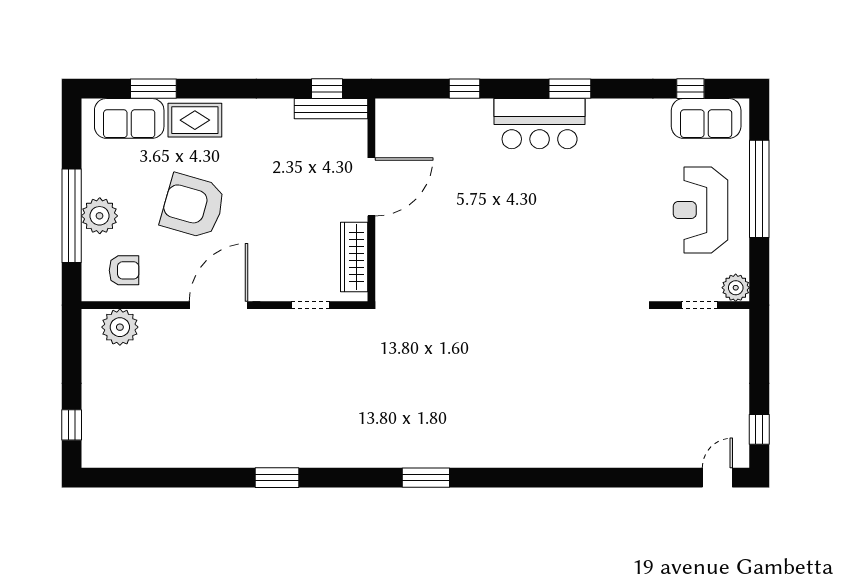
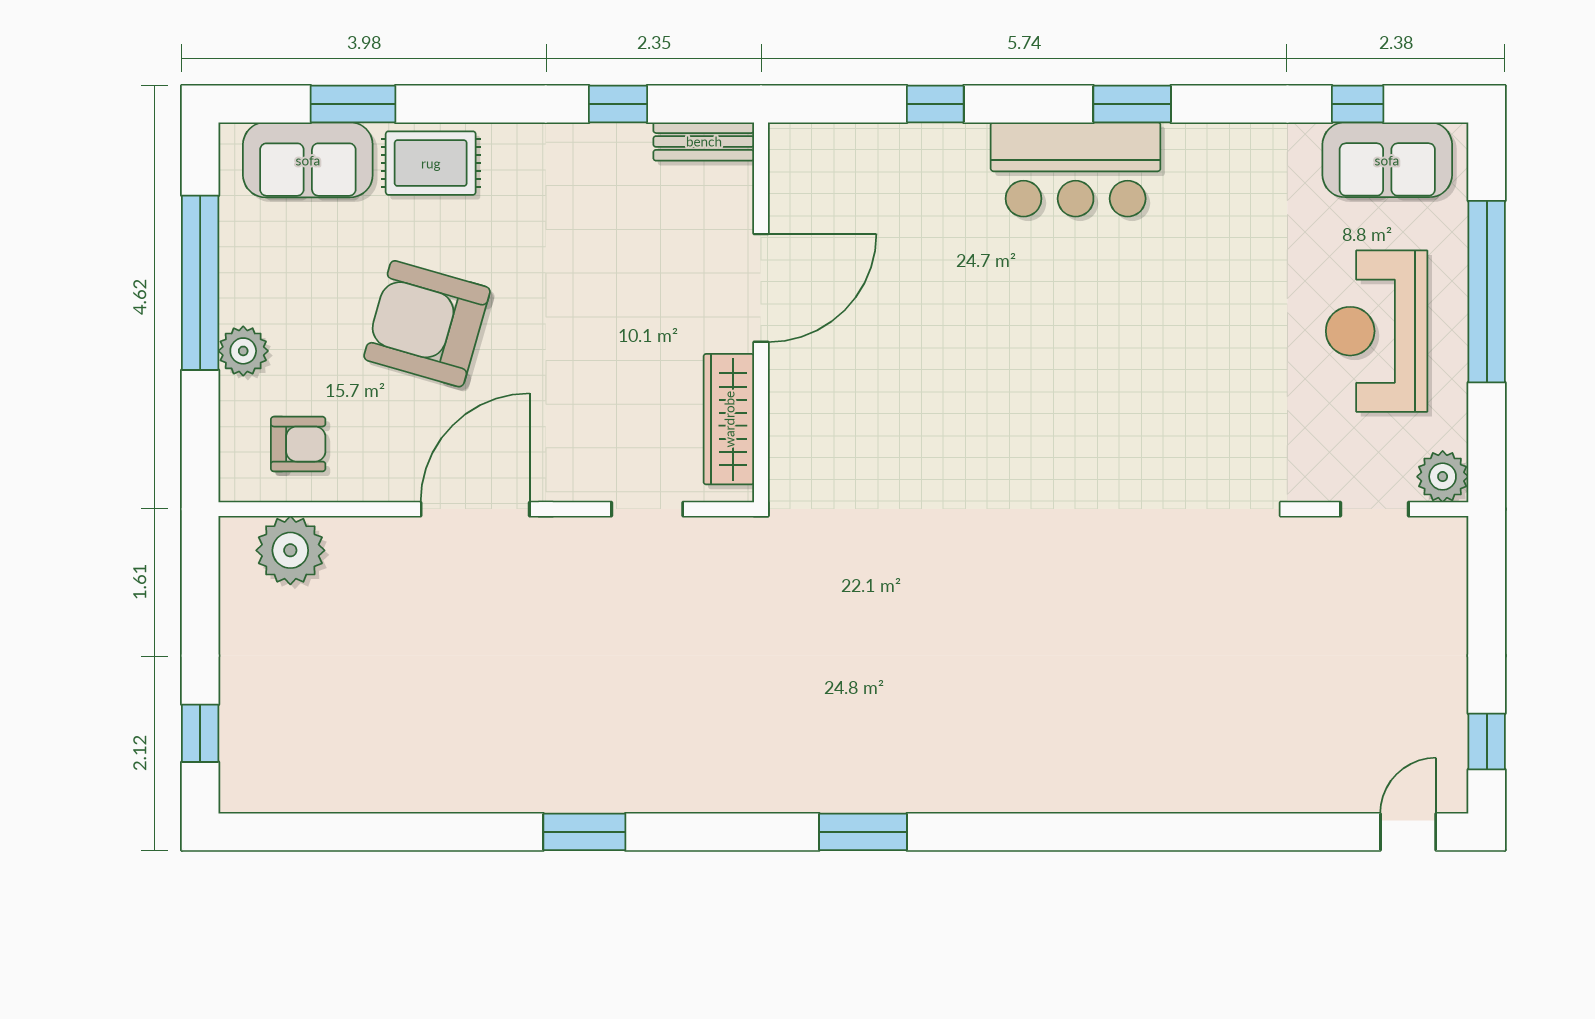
window: (327, 89) -> (618, 104), moved
bench: (331, 109) -> (704, 141), width x0.73
window: (72, 216) -> (200, 283), moved
plant: (100, 216) -> (243, 351), width x0.73, depth x0.73

